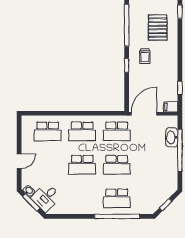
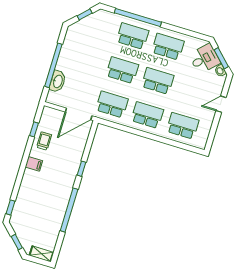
pallet: (158, 28) -> (38, 198), removed
trolley: (145, 56) -> (44, 141), moved
filing cabinet: (171, 107) -> (34, 164), moved
school desk: (82, 198) -> (168, 47), added

